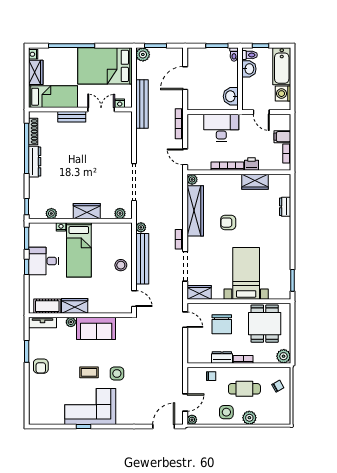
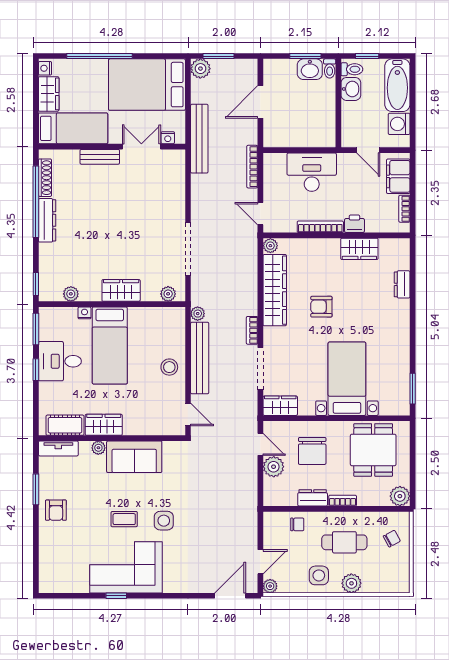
washbasin: (231, 96) -> (310, 69), moved, turned -90
filing cabinet: (282, 137) -> (398, 176), width x2.00
plant: (194, 335) -> (274, 467), added

